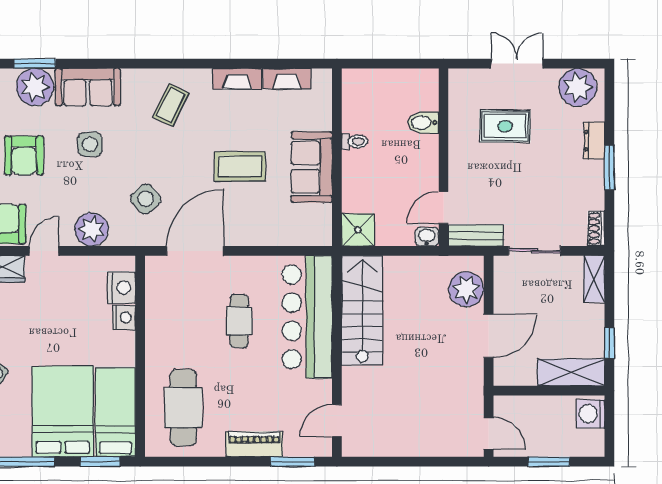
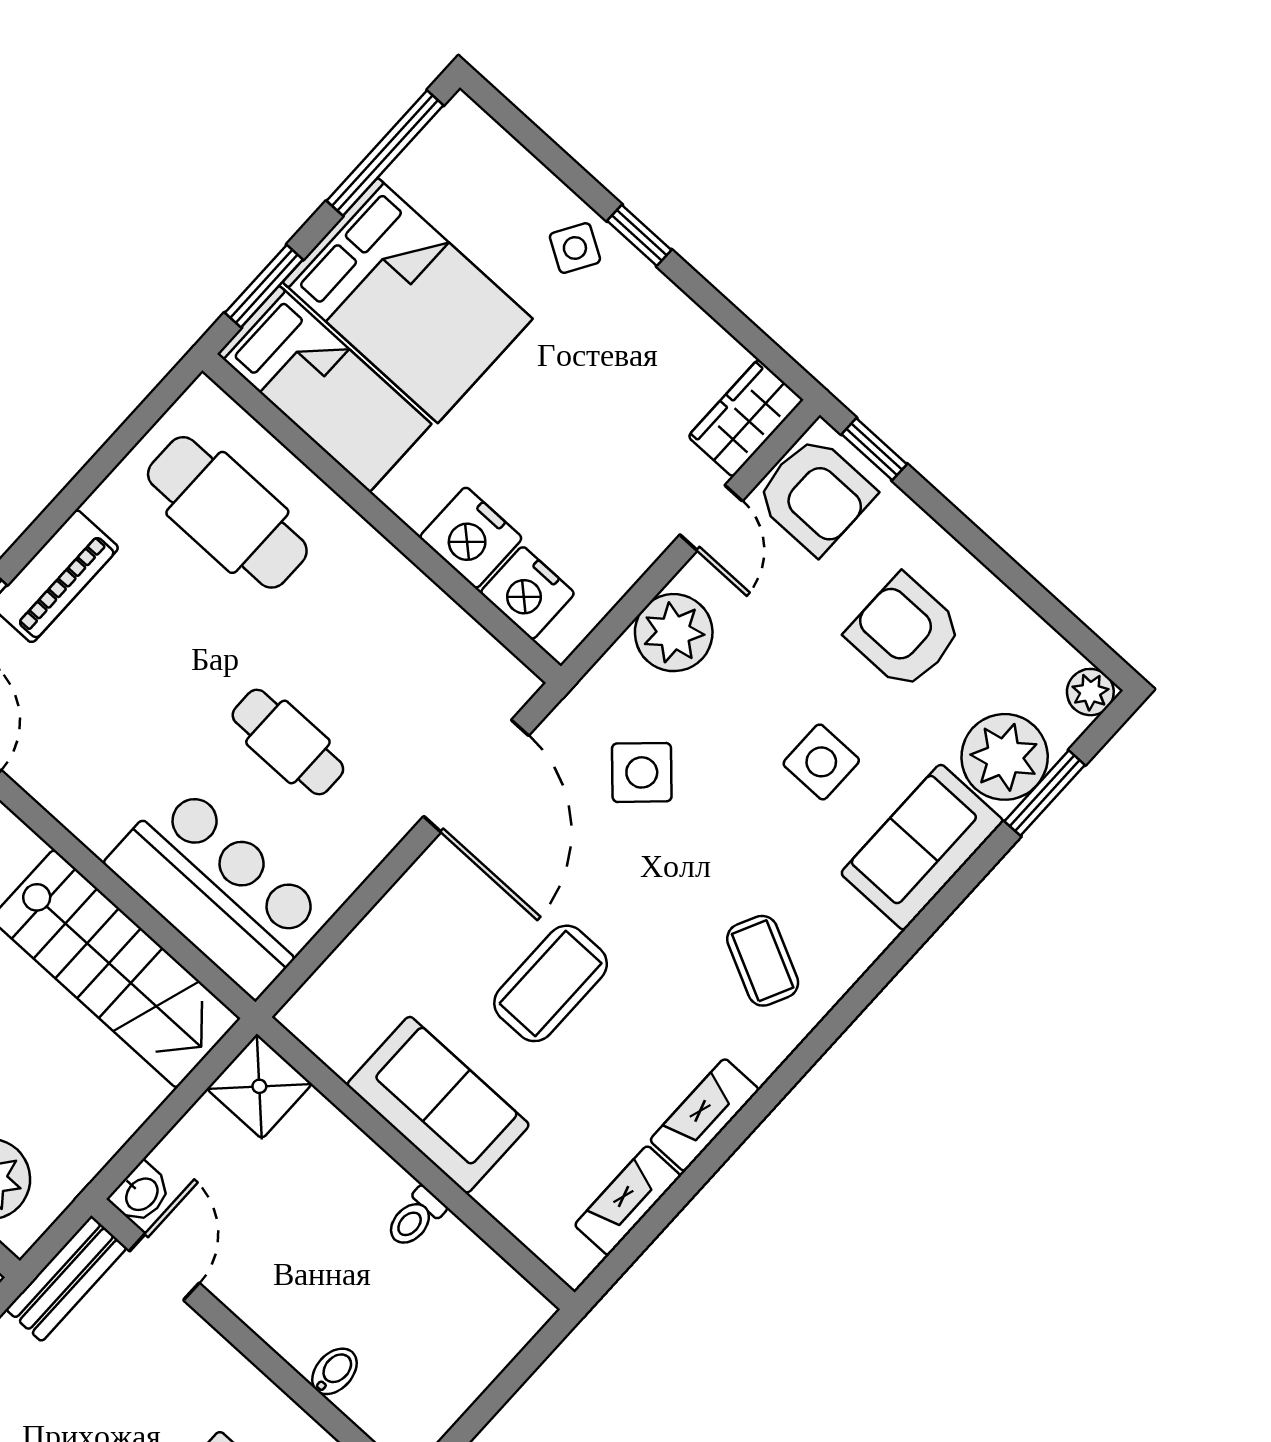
bidet: (423, 123) -> (334, 1371), width x0.72, depth x0.74
bar counter: (307, 317) -> (218, 890), width x0.73
nightstand: (124, 318) -> (471, 538), width x1.36, depth x1.33

